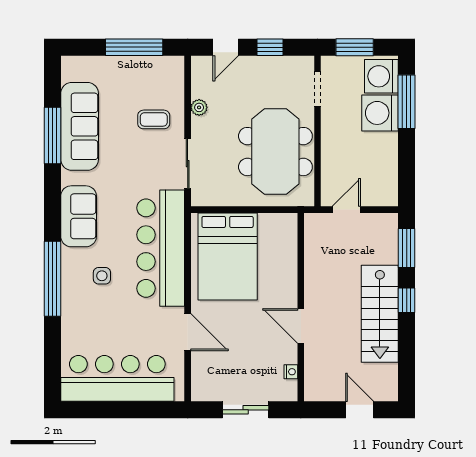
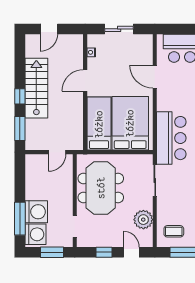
door: (226, 47) -> (131, 252), hinge flipped
plant: (199, 107) -> (143, 220), width x1.88, depth x1.88
coffee table: (154, 119) -> (174, 231), moved
bar counter: (161, 248) -> (171, 138), width x0.73
bed: (278, 256) -> (99, 124), added
door: (301, 326) -> (85, 81), swing flipped
door: (360, 410) -> (49, 29), hinge flipped

